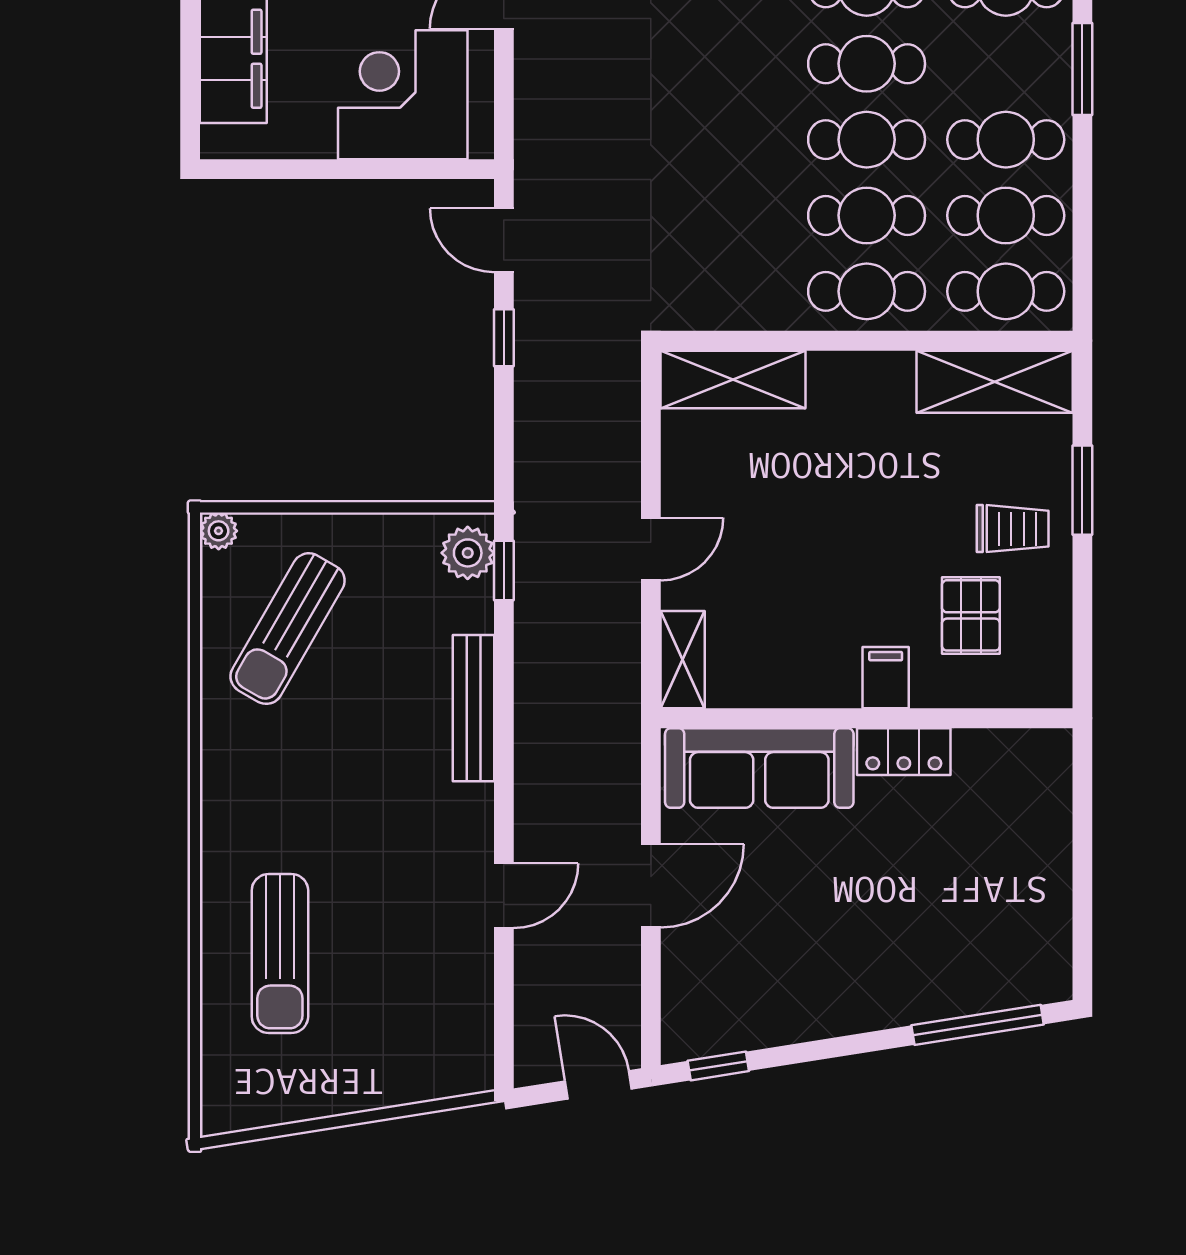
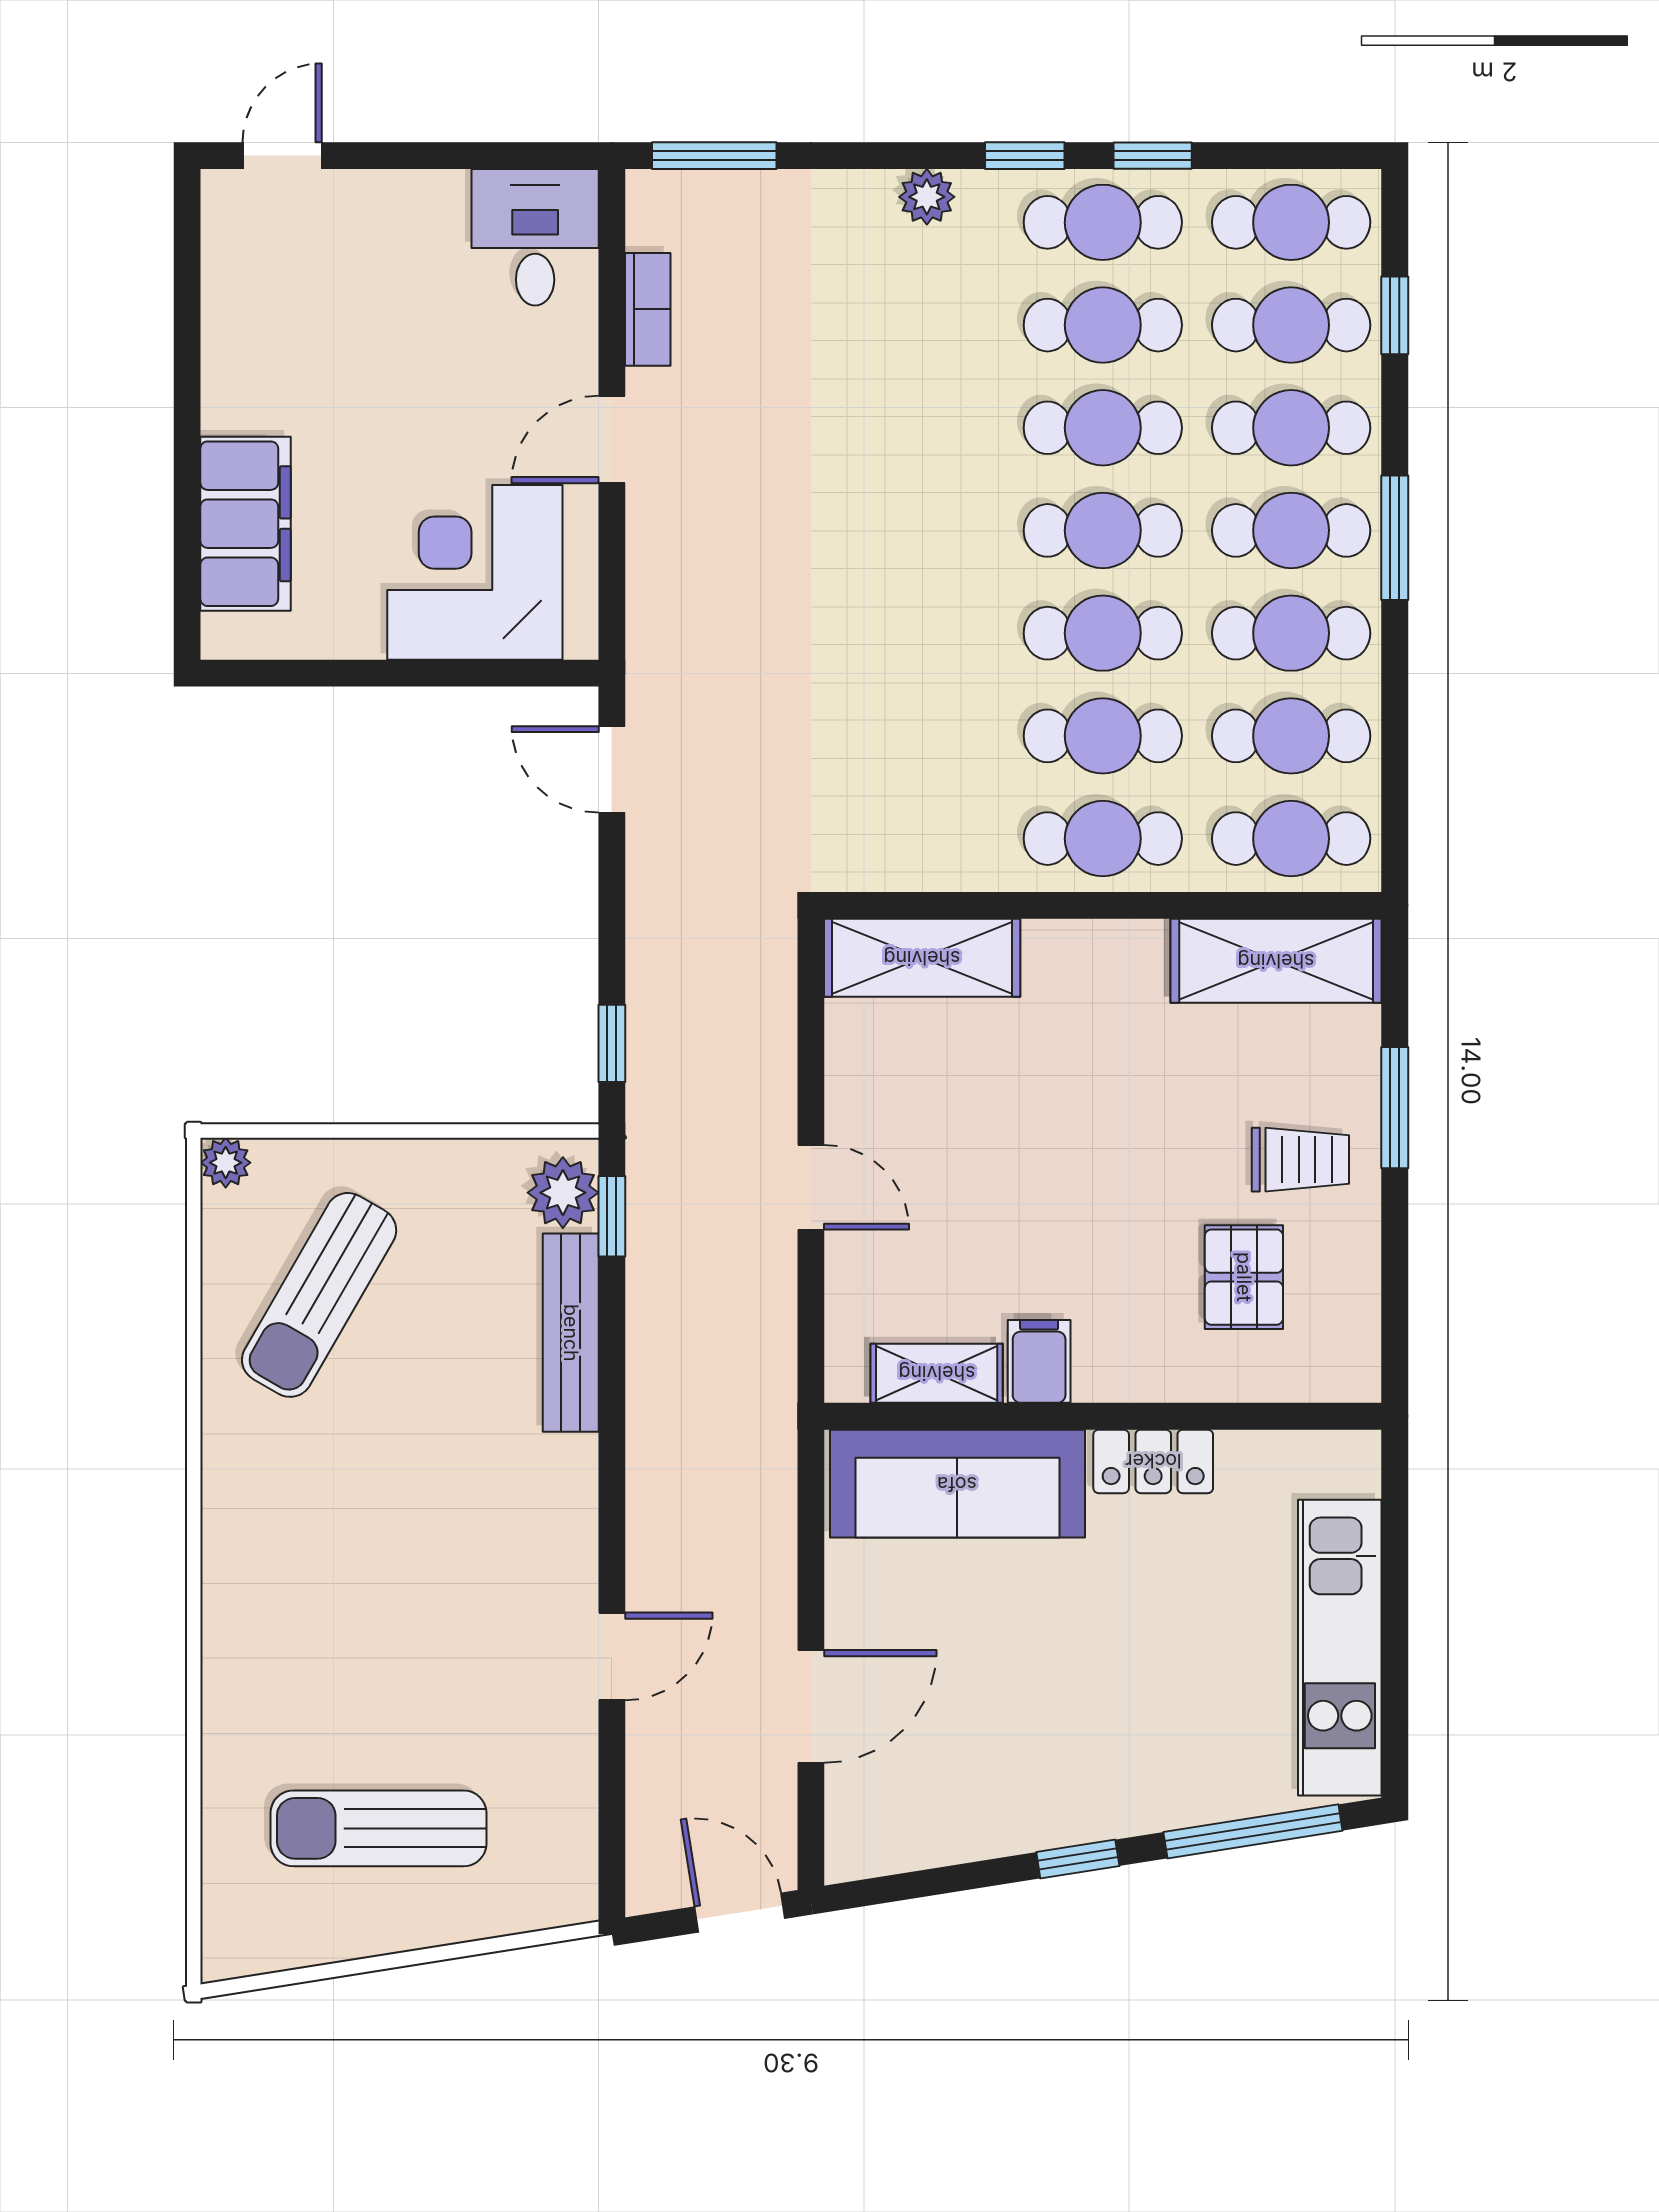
cafe table: (1006, 64) -> (1291, 530), added
window: (504, 338) -> (612, 1043), moved
door: (651, 549) -> (811, 1187), hinge flipped
shelving: (683, 660) -> (937, 1373), moved, turned 90
filing cabinet: (886, 678) -> (1039, 1361), moved
bench: (474, 708) -> (571, 1333), moved
door: (651, 886) -> (811, 1706), moved
kitchen unit: (1042, 889) -> (1340, 1648), added
sun lounger: (280, 954) -> (378, 1828), moved, turned 90
window: (718, 1066) -> (1078, 1859), moved

